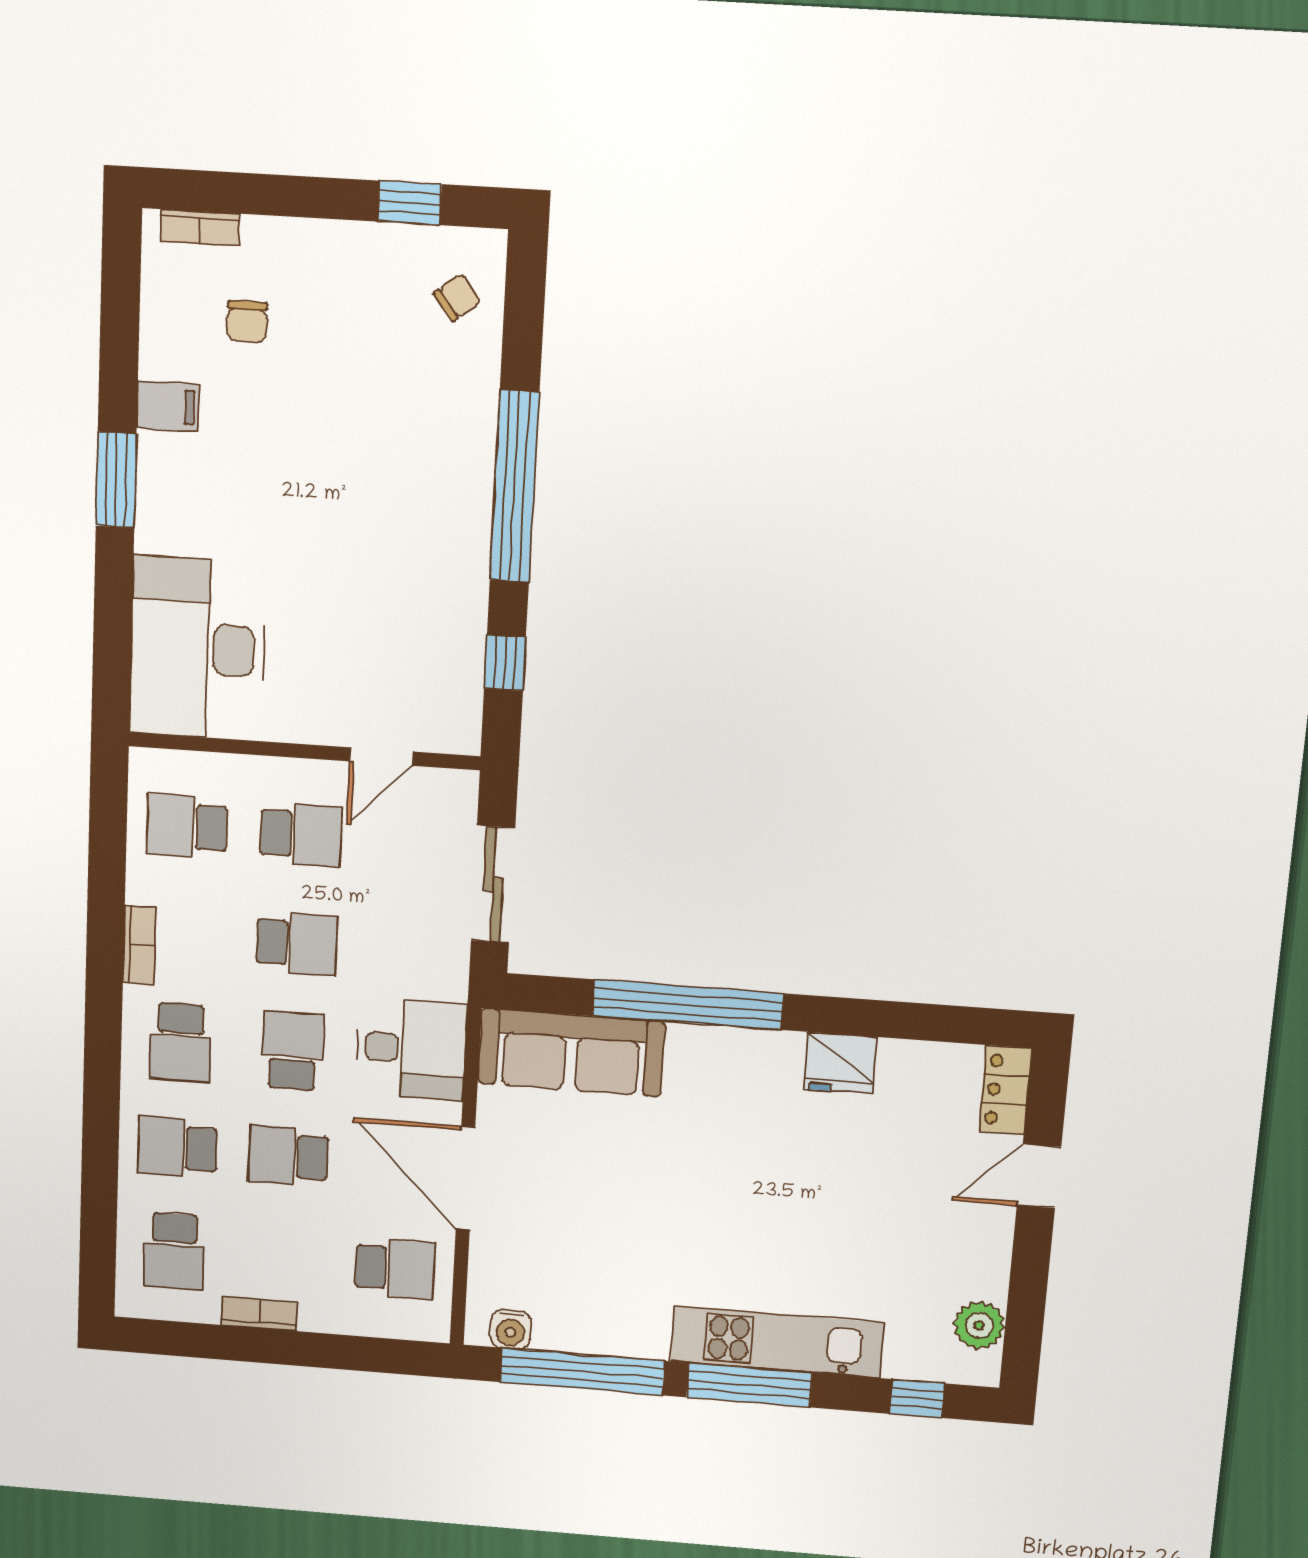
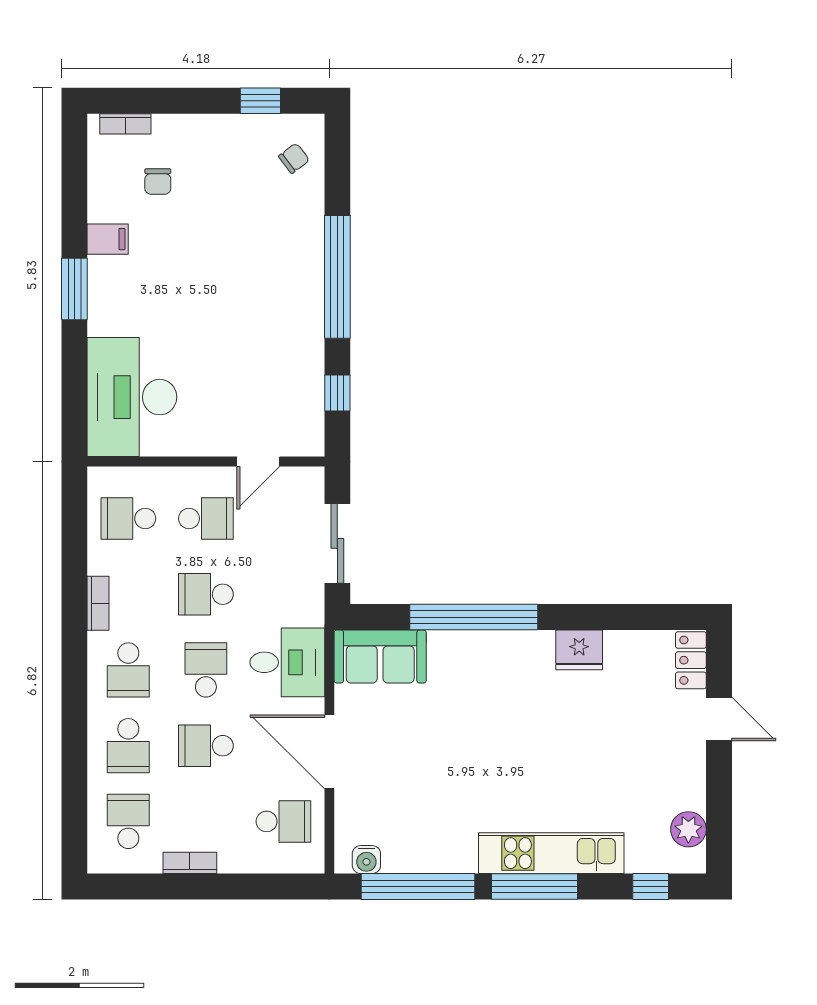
school desk: (296, 943) -> (206, 594), turned 180
sofa: (571, 1052) -> (380, 656), width x0.73
school desk: (177, 1147) -> (128, 746), turned -90
door: (1039, 1176) -> (719, 719), swing flipped
school desk: (174, 1251) -> (128, 821), turned 180

